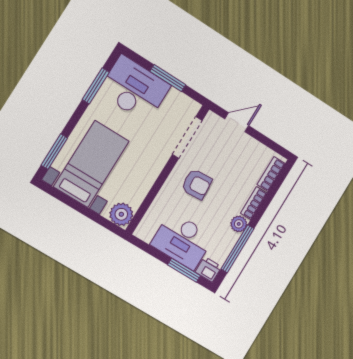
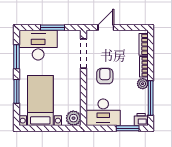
window: (54, 152) -> (17, 91), moved
armchair: (197, 184) -> (105, 76), turned -86
desk: (182, 241) -> (103, 112), moved

